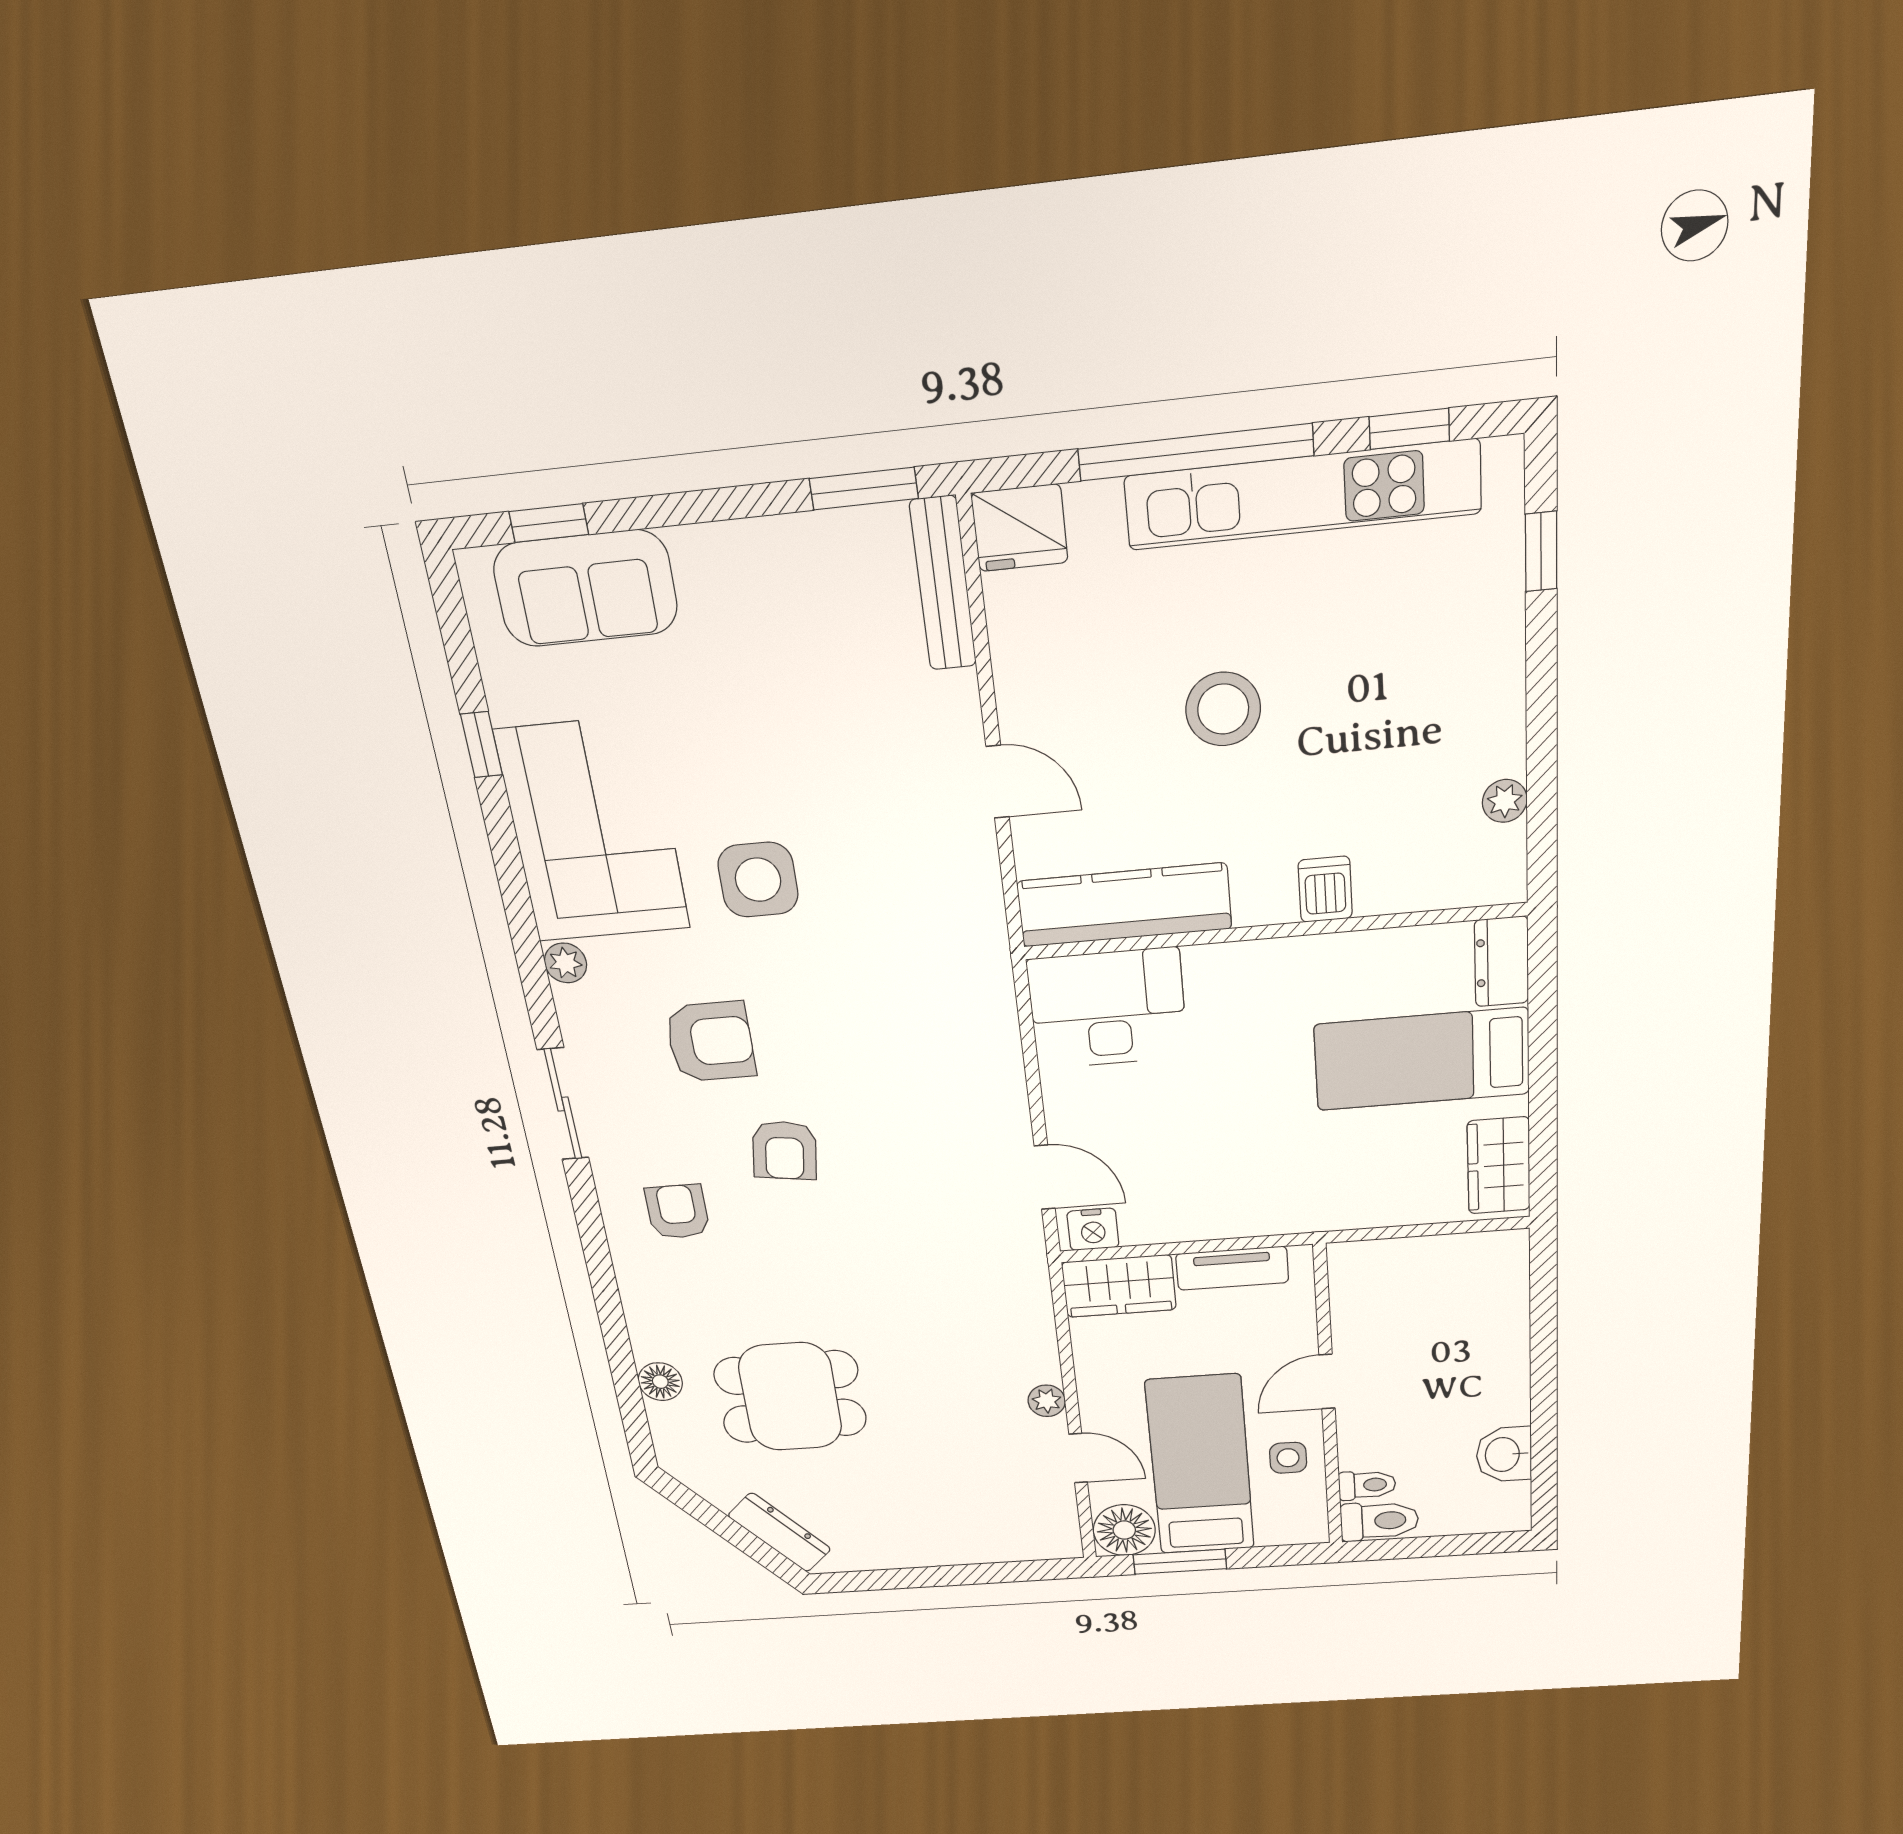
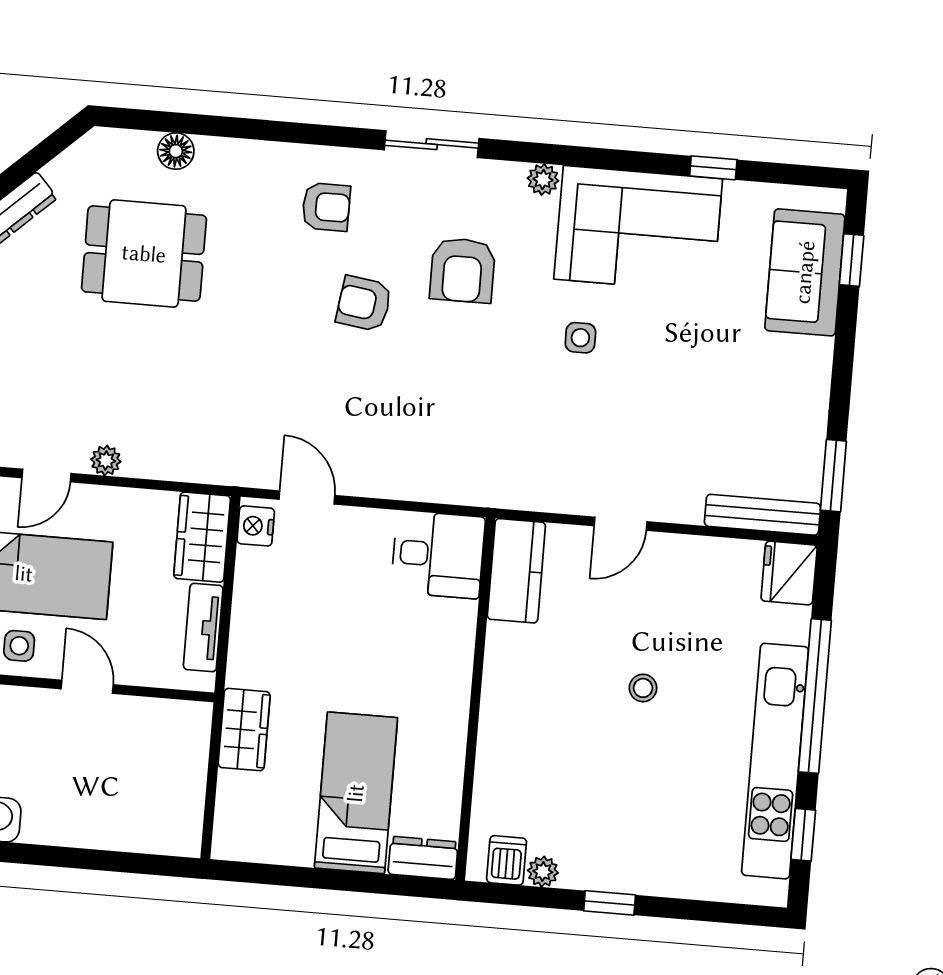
window: (1541, 551) -> (610, 903), moved
stool: (1223, 709) -> (643, 688), width x0.53, depth x0.53
side table: (758, 880) -> (580, 338), width x0.54, depth x0.54
dishwasher: (1325, 889) -> (507, 860), moved, turned -90
kitchen counter: (1124, 905) -> (516, 571), width x0.67
desk: (1108, 1009) -> (438, 555), width x0.73
wardrobe: (1499, 1166) -> (244, 730), moved, turned 90
door: (1045, 1177) -> (307, 497), swing flipped
dining table: (790, 1397) -> (144, 254), turned 90

